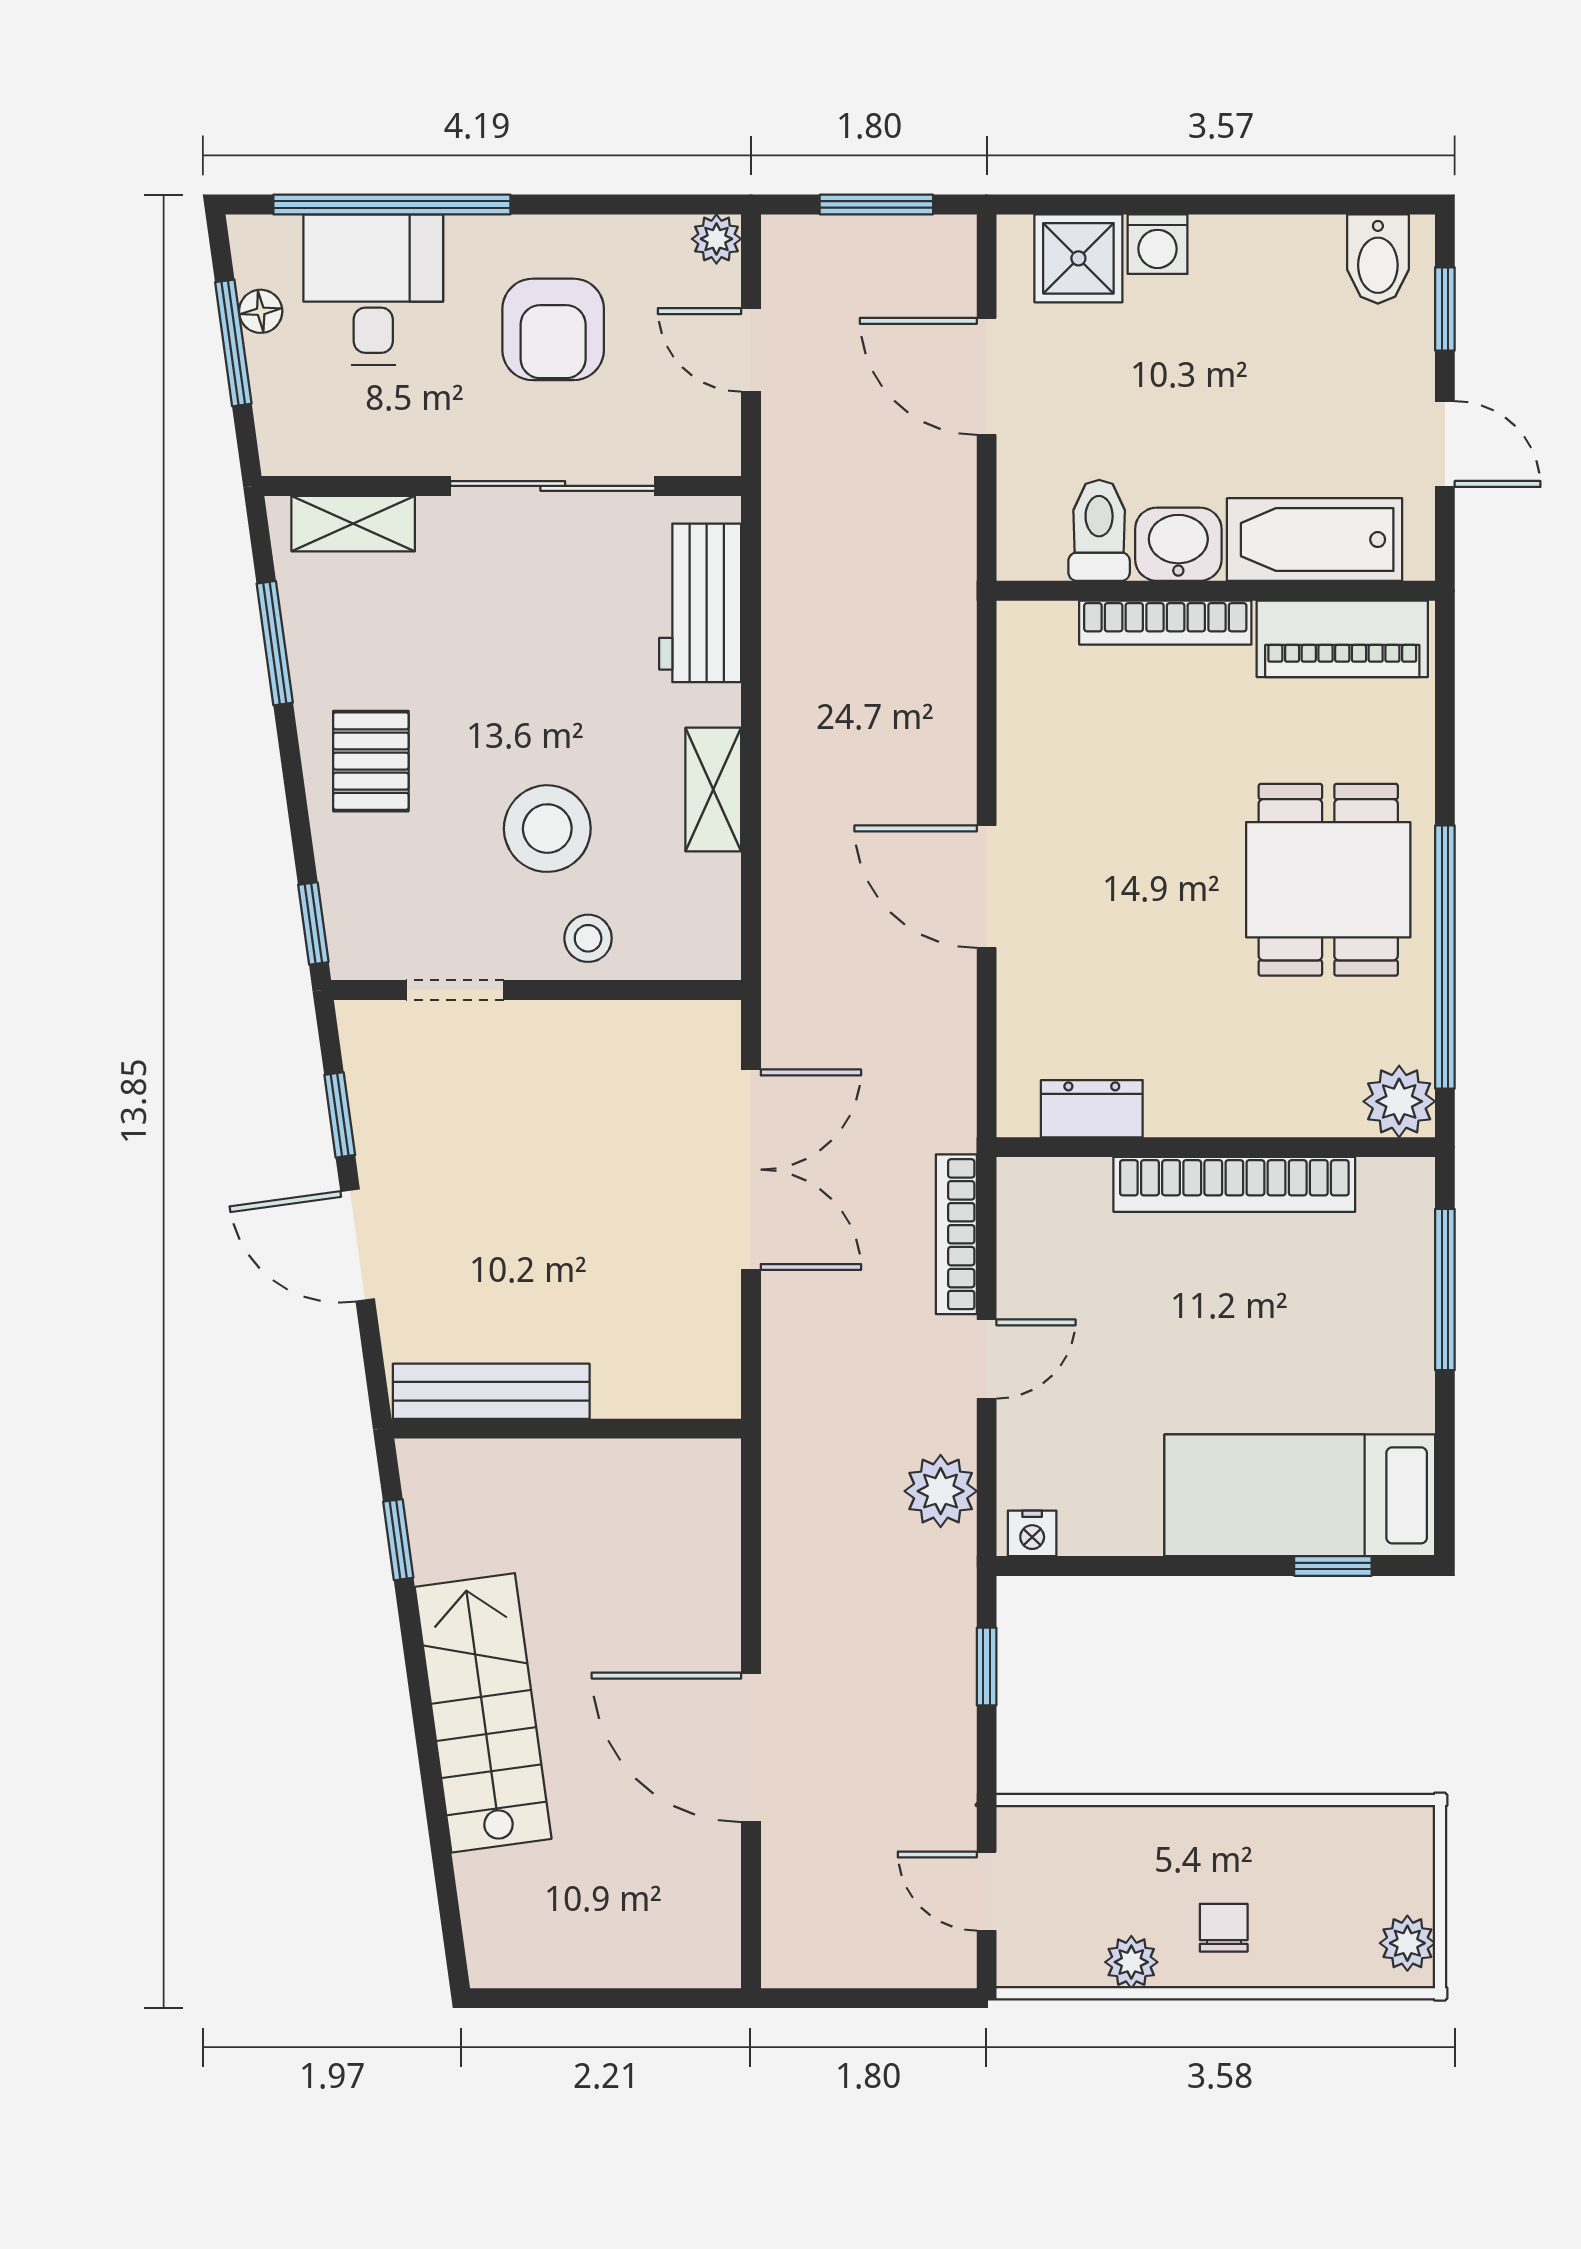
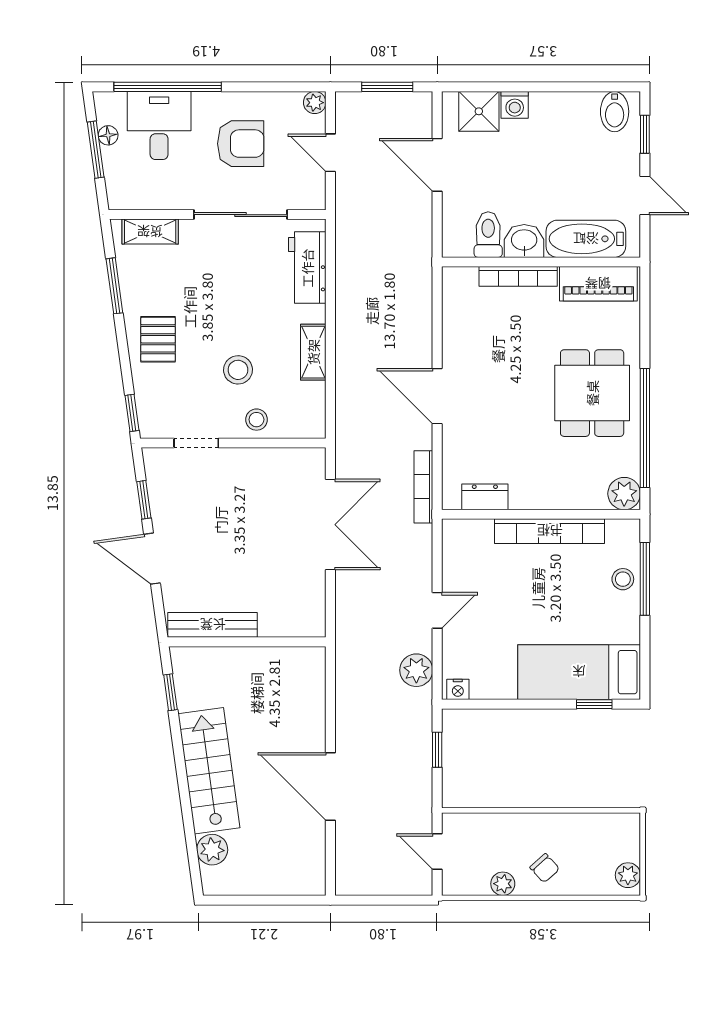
armchair: (553, 329) -> (241, 144), turned -90
stool: (547, 829) -> (238, 370), width x0.73, depth x0.73
bookcase: (956, 1234) -> (423, 487), moved
stool: (1396, 1290) -> (623, 579), added
plant: (490, 1887) -> (212, 850), added
chair: (1224, 1928) -> (545, 868), turned 138

